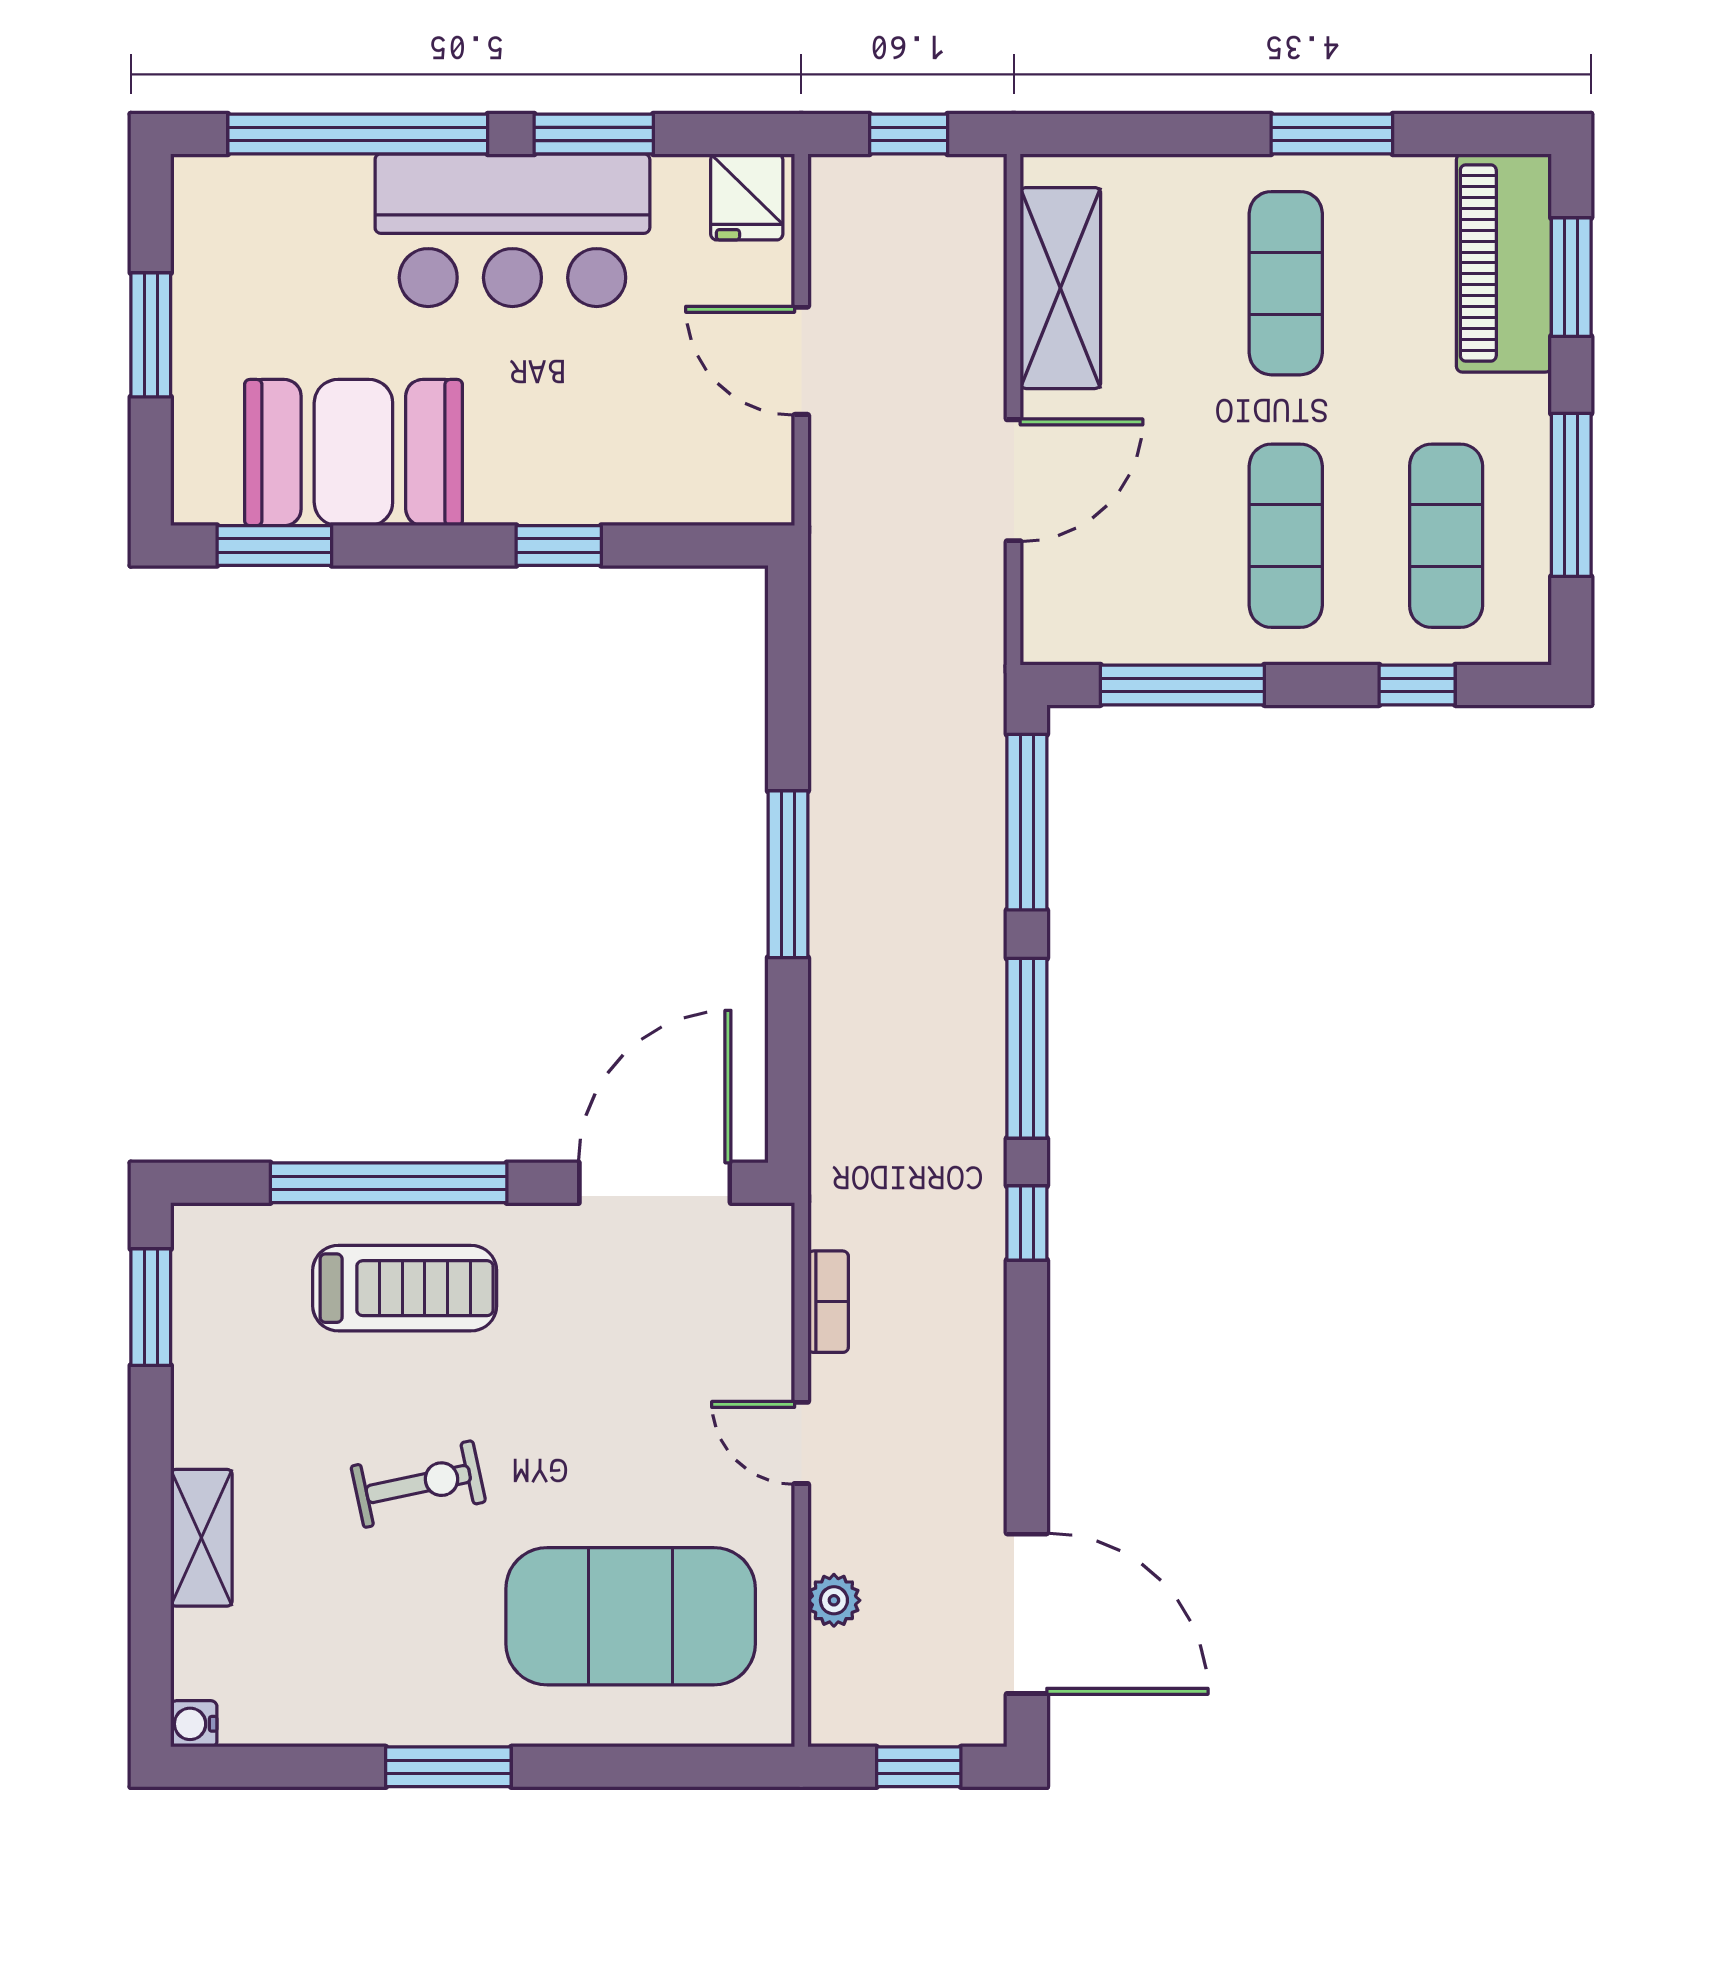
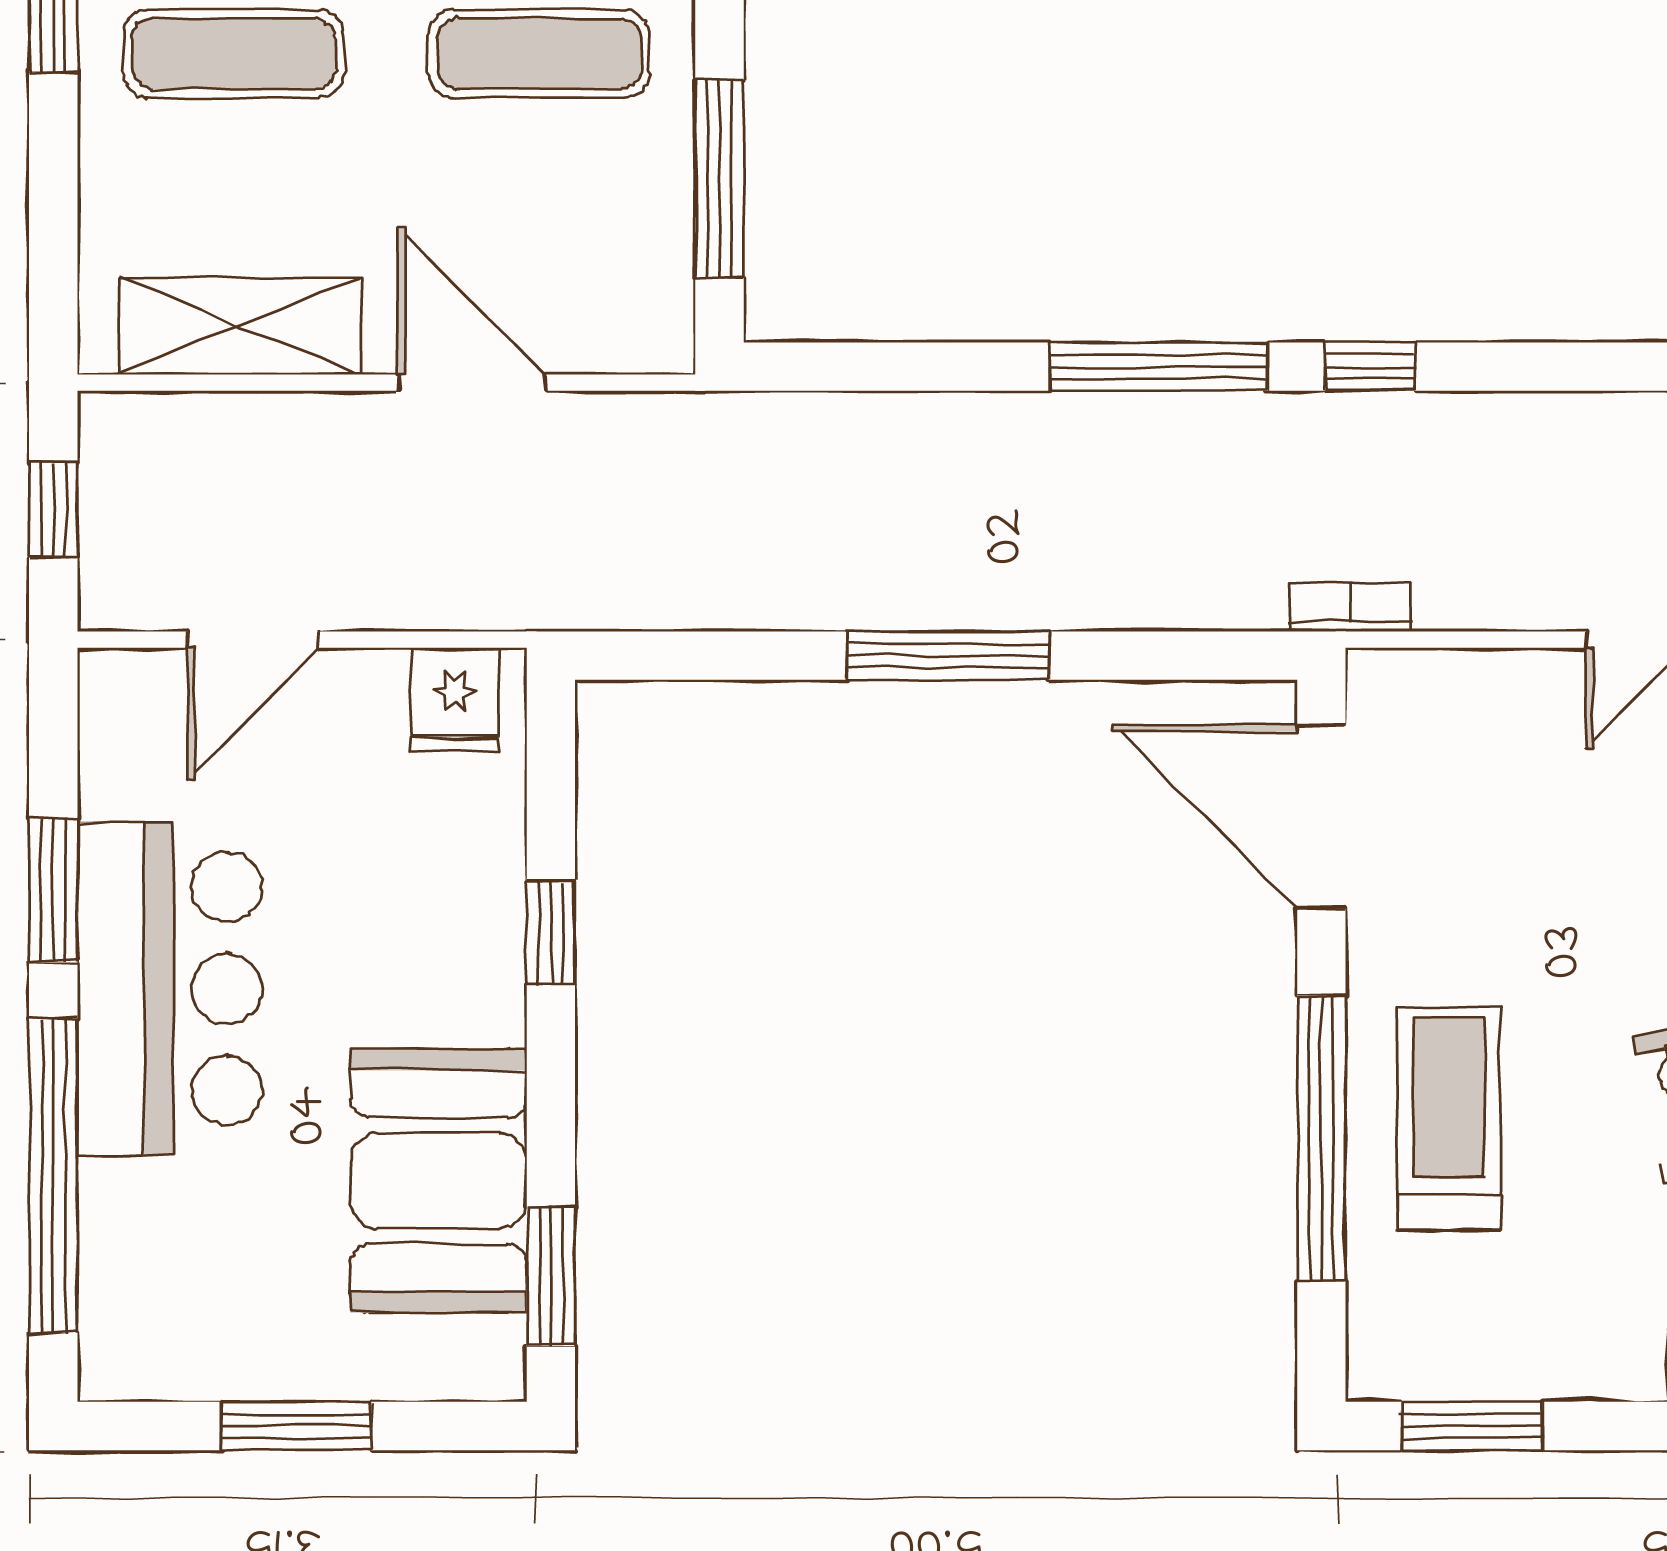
fridge: (747, 197) -> (455, 699), moved, turned 90
door: (801, 361) -> (253, 640), moved
window: (1027, 822) -> (885, 367), removed
bookcase: (828, 1302) -> (1351, 607), moved

